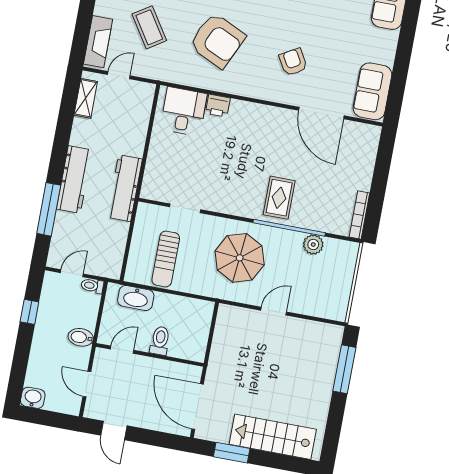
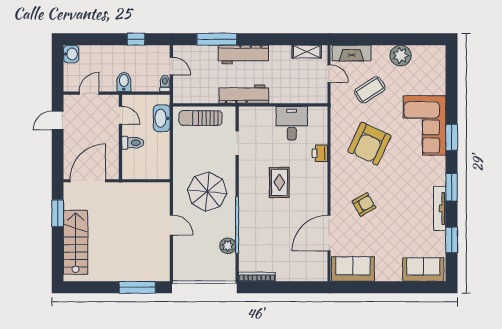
desk: (184, 111) -> (292, 123), moved, turned -90
rug: (279, 198) -> (279, 182), moved, turned 90
sun lounger: (166, 259) -> (201, 118), moved

